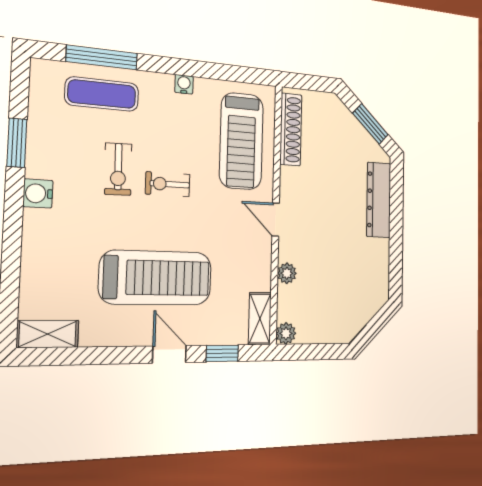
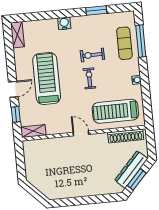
water cooler: (38, 193) -> (64, 23), moved
dresser: (379, 200) -> (131, 169), moved, turned -47
door: (276, 220) -> (81, 133), hinge flipped
plant: (287, 273) -> (56, 142), removed
treadmill: (156, 278) -> (47, 79), turned 180
plant: (286, 333) -> (28, 145), removed

